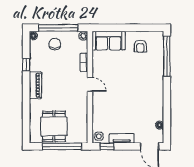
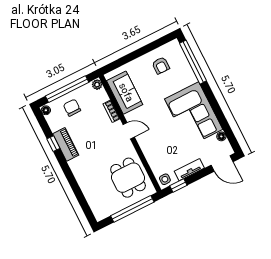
sofa: (109, 41) -> (125, 93), moved, turned -90
piano: (35, 85) -> (66, 144), moved
corner sofa: (147, 97) -> (194, 114), added
dining table: (54, 126) -> (128, 178), moved

